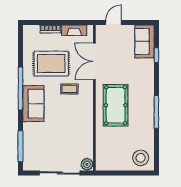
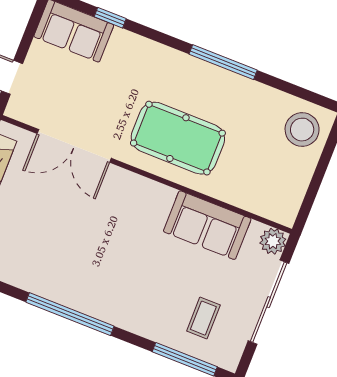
rug: (51, 64) -> (45, 233), removed
coffee table: (69, 89) -> (203, 318), moved
sofa: (33, 104) -> (207, 225), moved, turned 180

